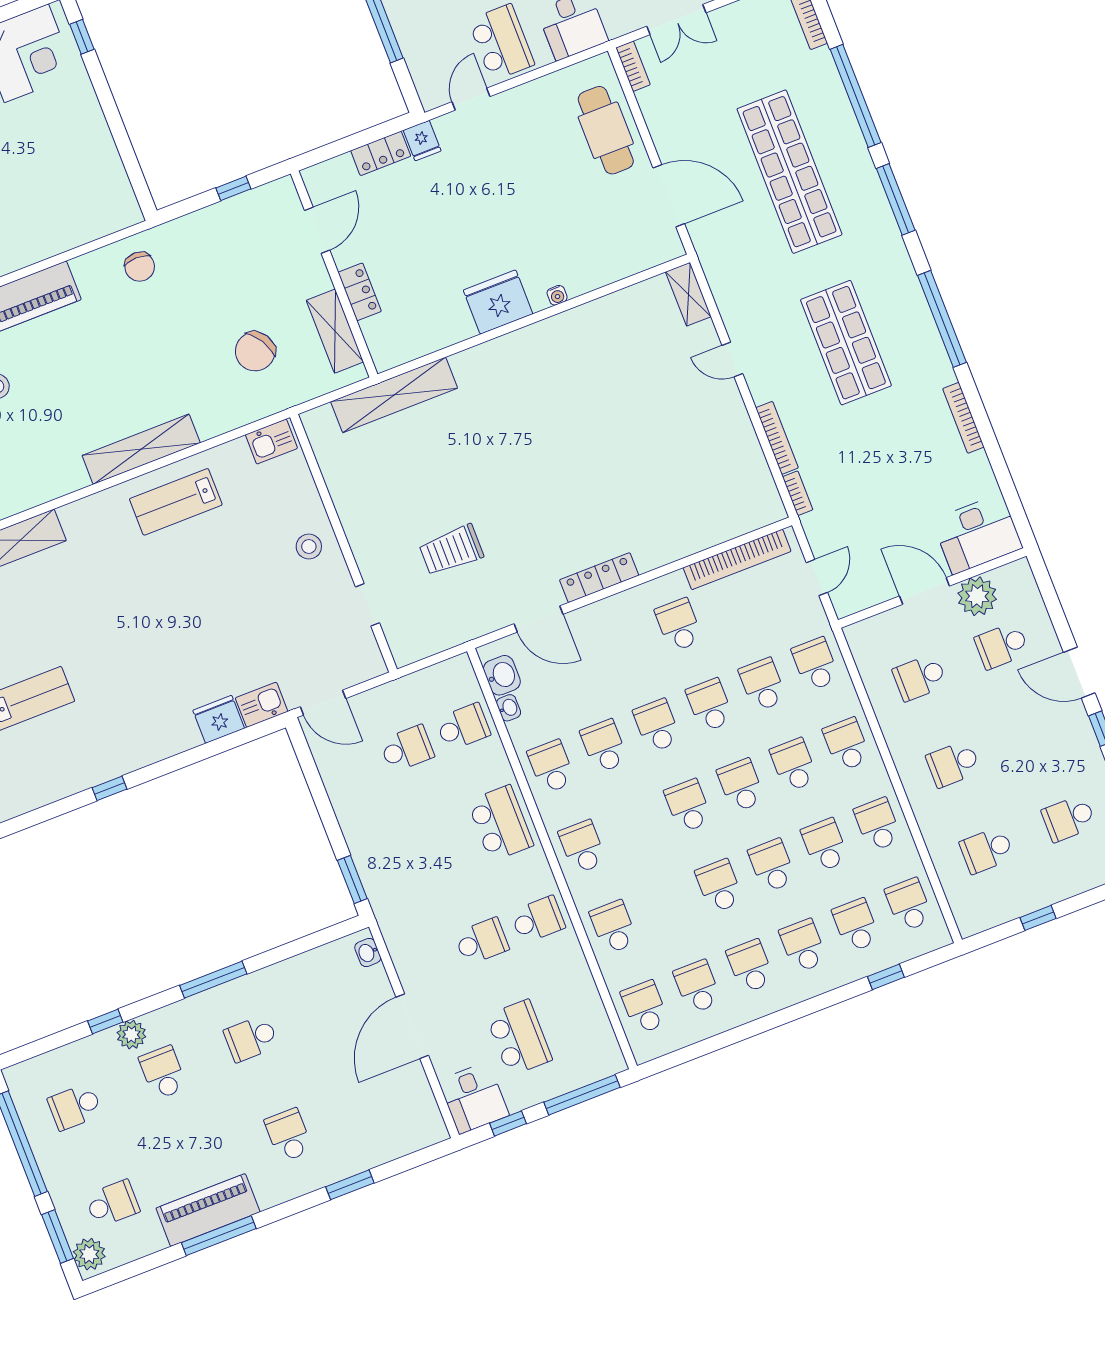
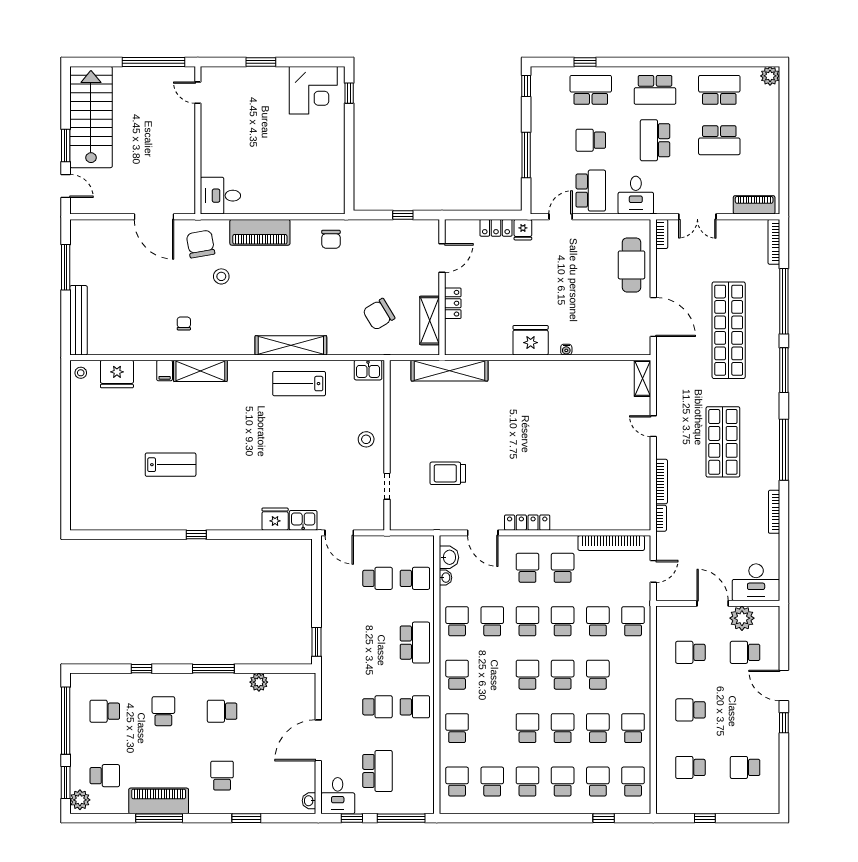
school desk: (847, 744) -> (527, 568), moved
washbasin: (368, 953) -> (309, 801), moved
plant: (131, 1035) -> (259, 682), moved

